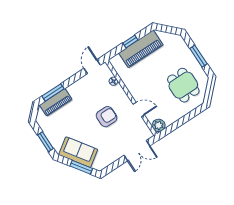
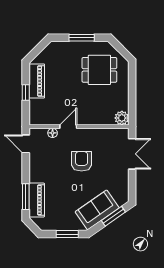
piano: (141, 49) -> (37, 81), width x0.73, depth x0.75
door: (139, 109) -> (68, 127), moved

